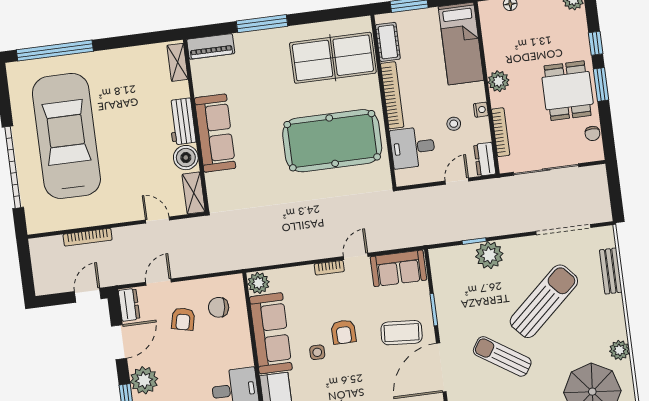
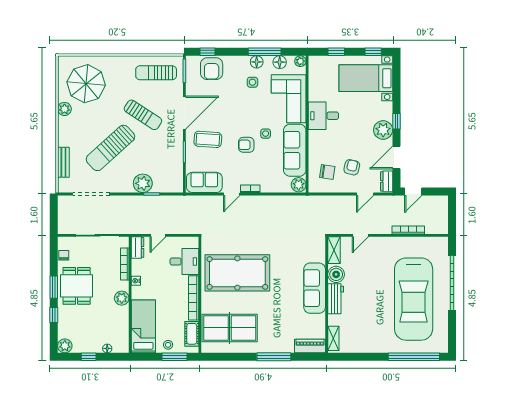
stool: (454, 124) -> (168, 345), moved
door: (157, 220) -> (360, 235), hinge flipped
armchair: (344, 332) -> (246, 145), turned -90

